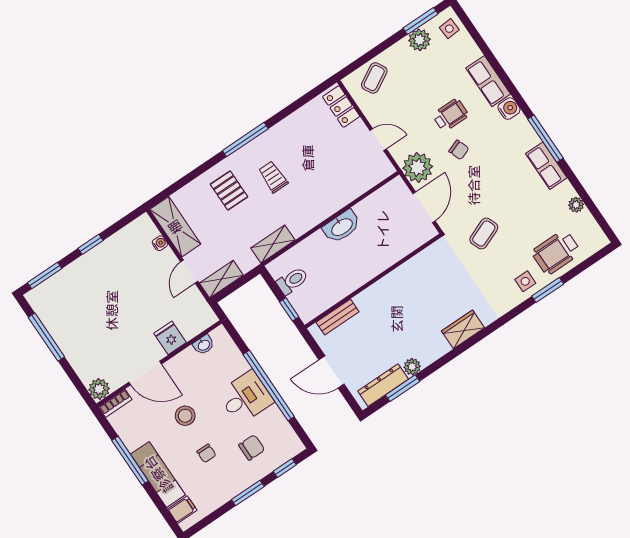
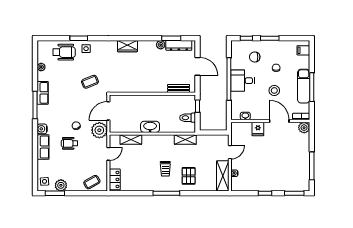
door: (378, 140) -> (108, 154), swing flipped
shelving: (221, 279) -> (131, 139), moved
exam couch: (158, 474) -> (304, 86), moved

